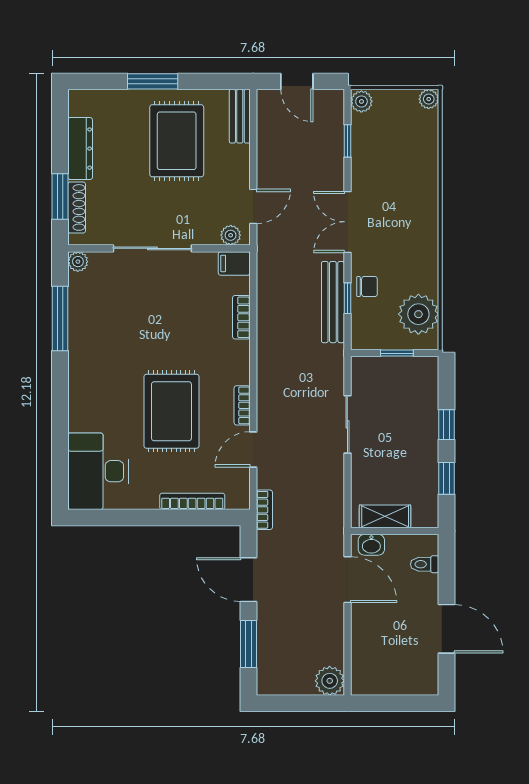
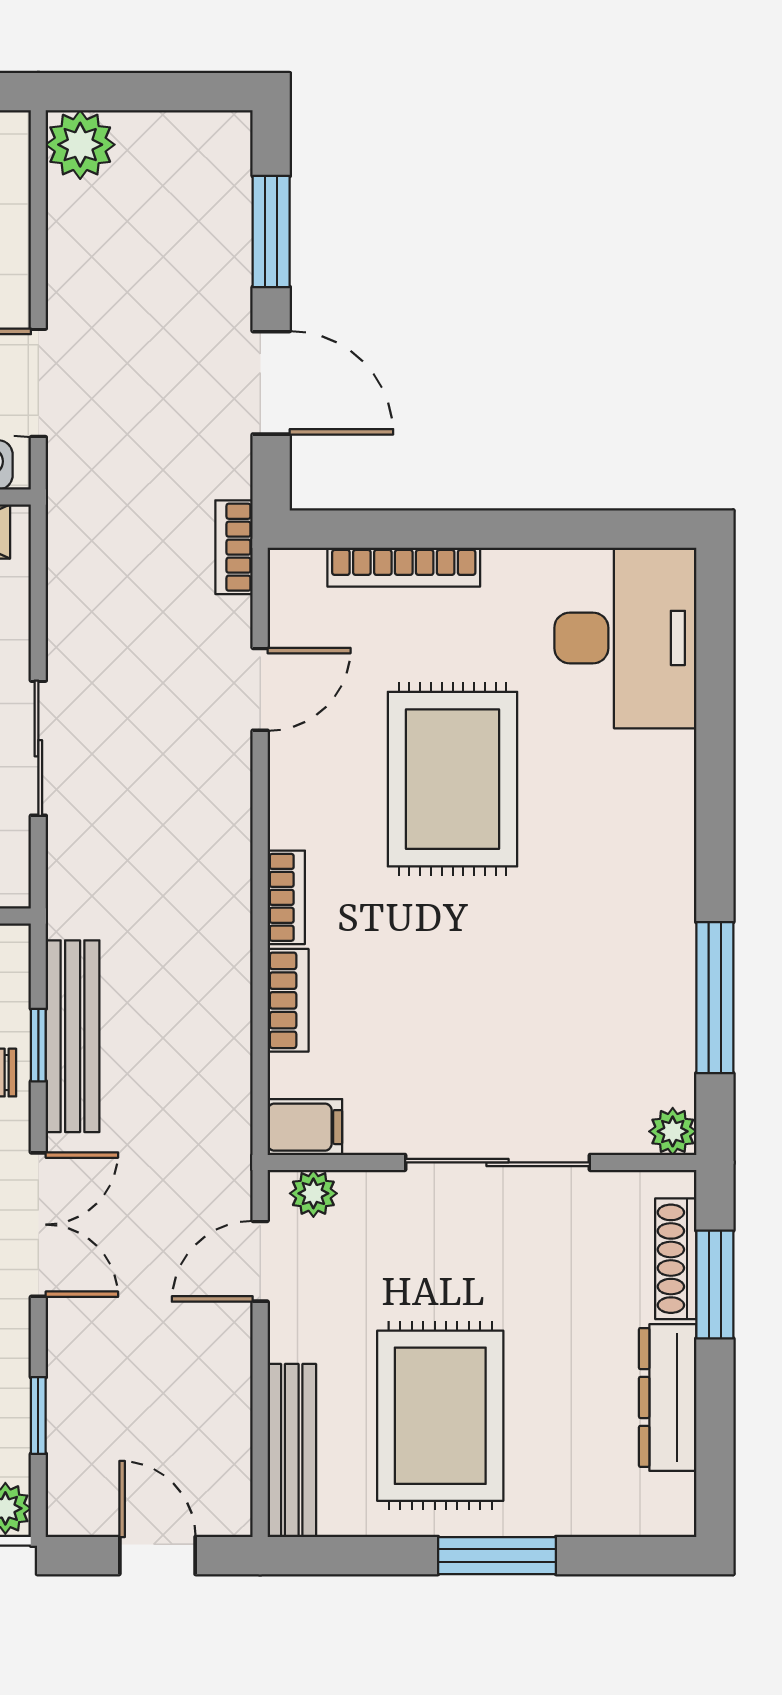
bench: (240, 116) -> (292, 1450), width x1.36
bookcase: (242, 405) -> (286, 897), moved

